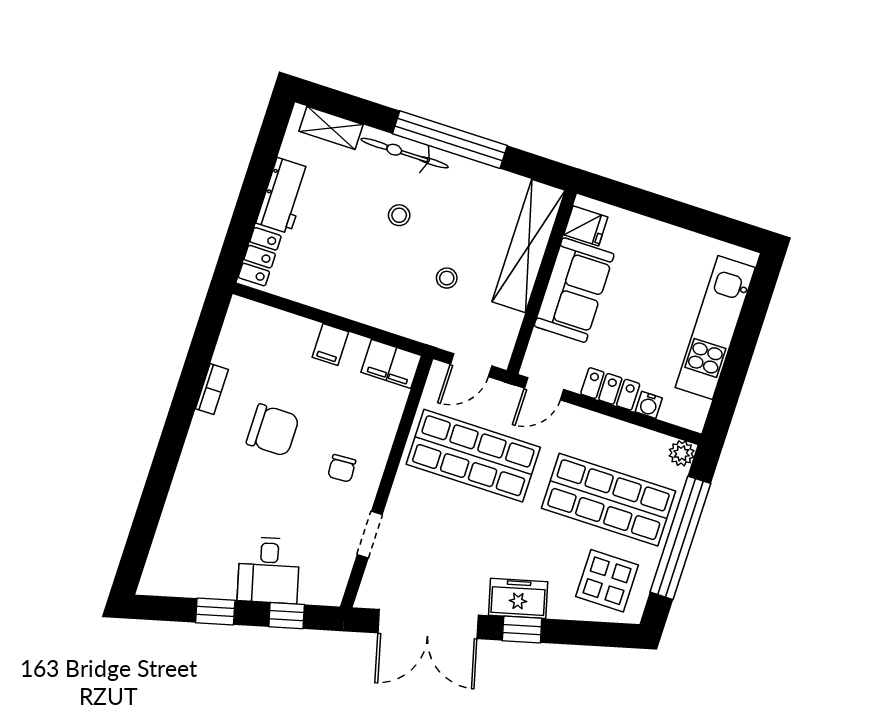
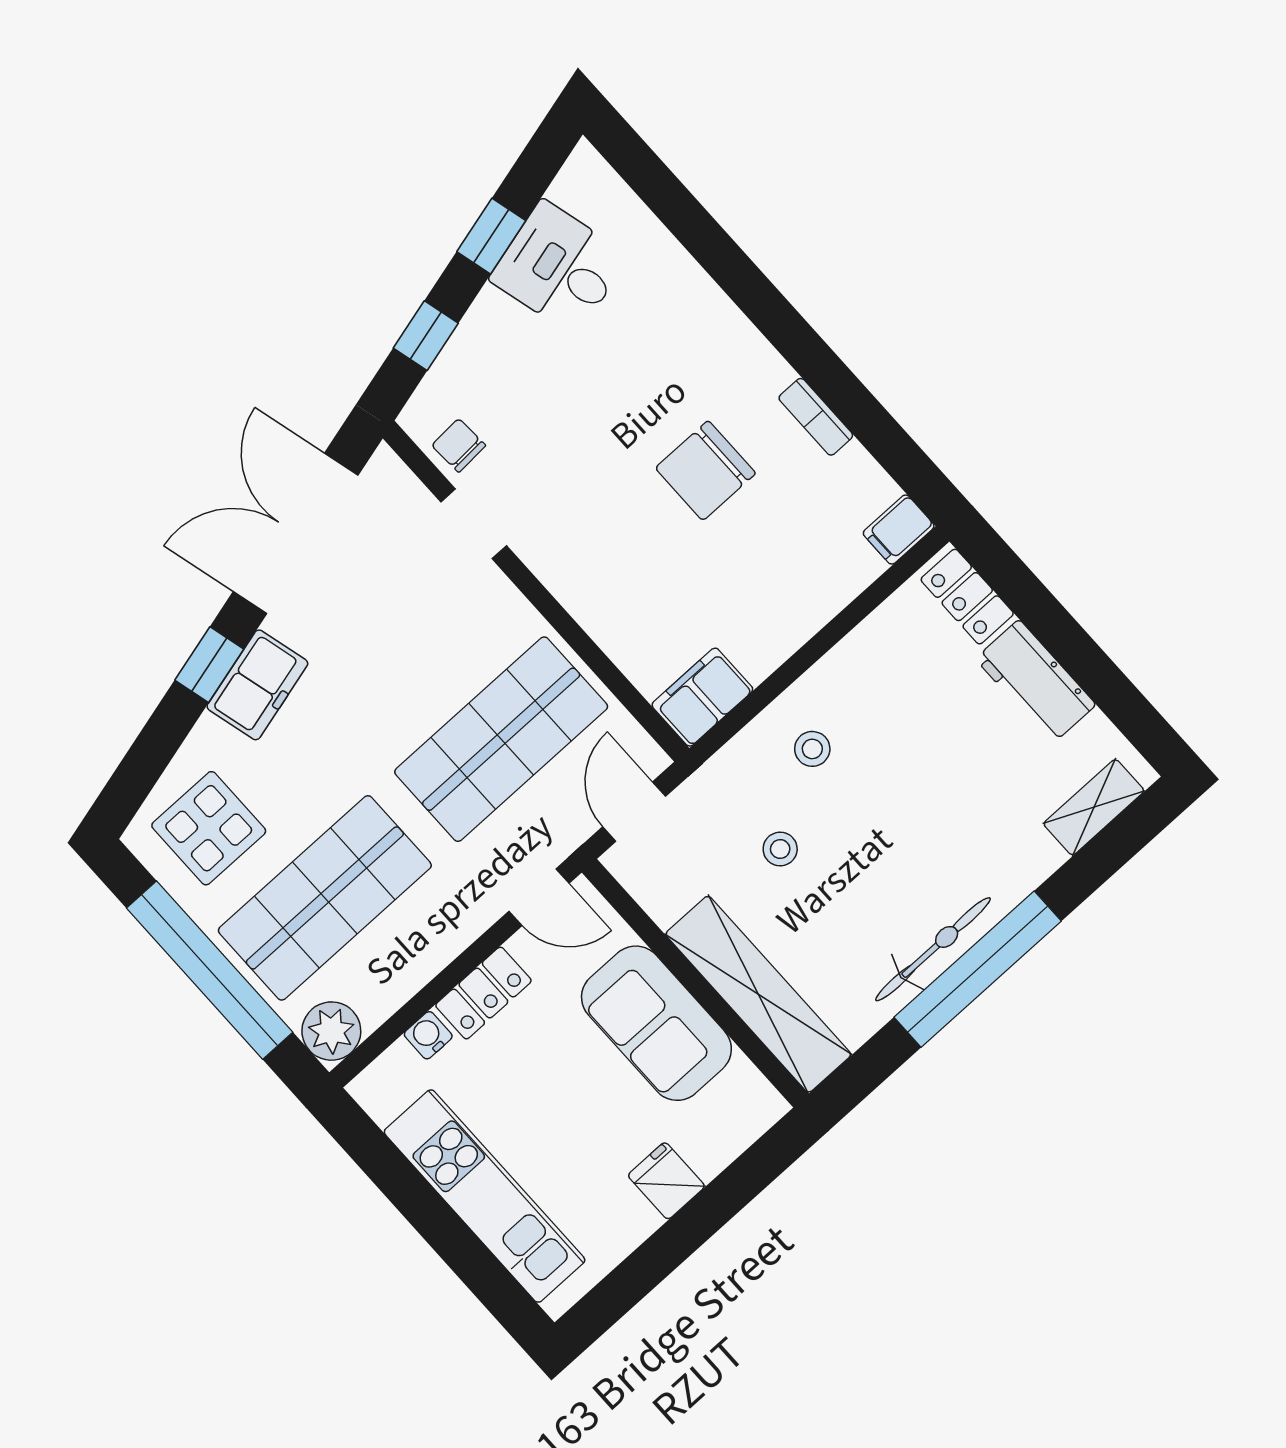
bicycle: (405, 153) -> (933, 949), moved
stool: (399, 215) -> (812, 749), moved
fridge: (586, 226) -> (666, 1181), moved, turned 90
filing cabinet: (330, 345) -> (899, 530), moved, turned -90
door: (544, 389) -> (539, 897), swing flipped
plant: (682, 453) -> (331, 1031), width x1.38, depth x1.38
chair: (342, 468) -> (459, 445), moved
desk: (269, 570) -> (559, 268), moved

